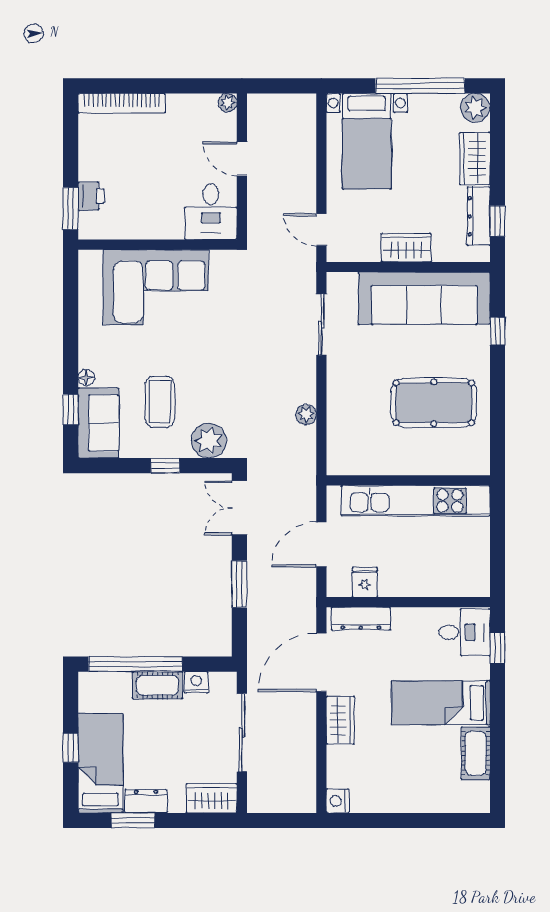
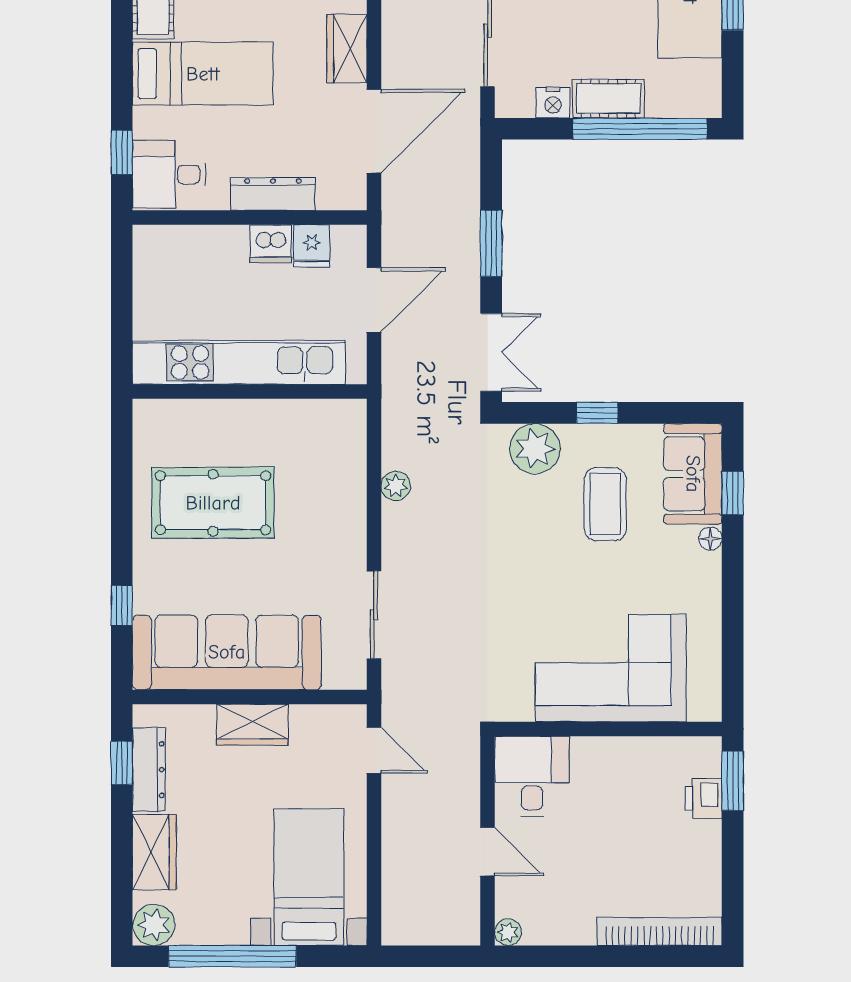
dishwasher: (394, 584) -> (271, 244), added
dresser: (361, 619) -> (273, 194), moved

